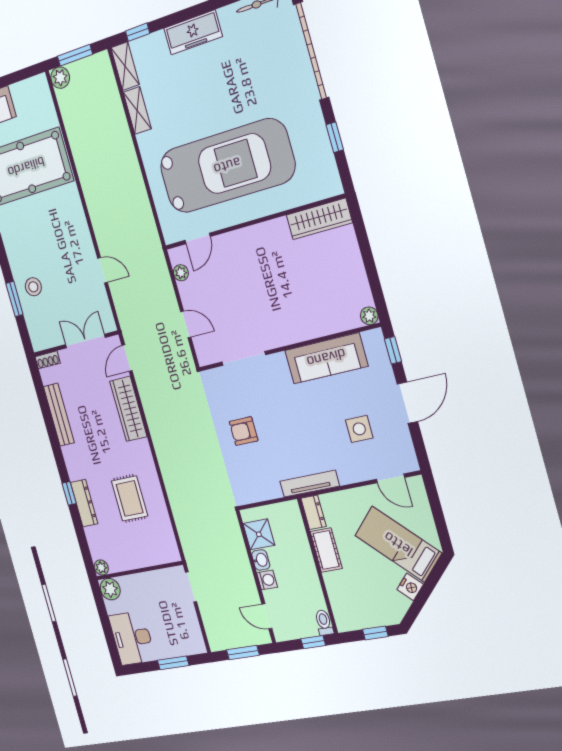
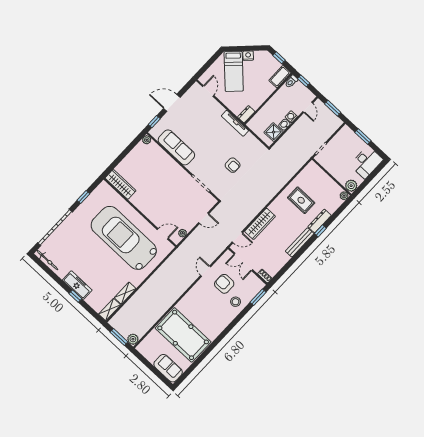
window: (138, 32) -> (75, 296), moved
armchair: (69, 287) -> (224, 284), added
window: (14, 299) -> (258, 297), moved
door: (186, 324) -> (204, 218), swing flipped
bench: (59, 415) -> (300, 242), moved
side table: (359, 429) -> (197, 116), removed
rug: (130, 498) -> (301, 200), turned 90
cot: (326, 550) -> (280, 77), moved

